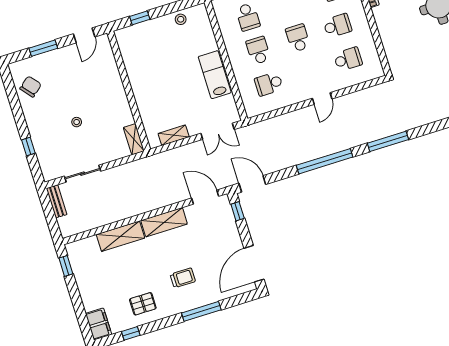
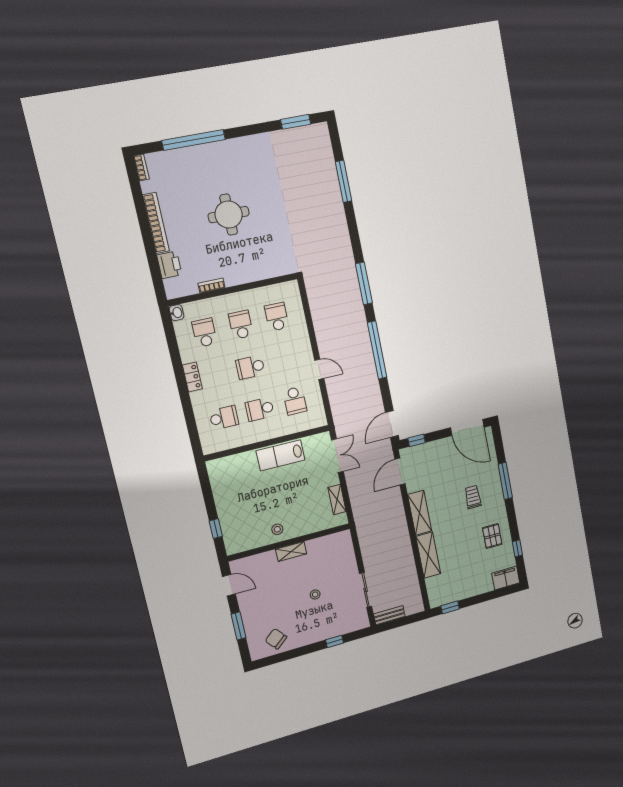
stool: (181, 19) -> (277, 529), moved
door: (322, 99) -> (319, 369), moved
shelving: (134, 139) -> (291, 551), moved

